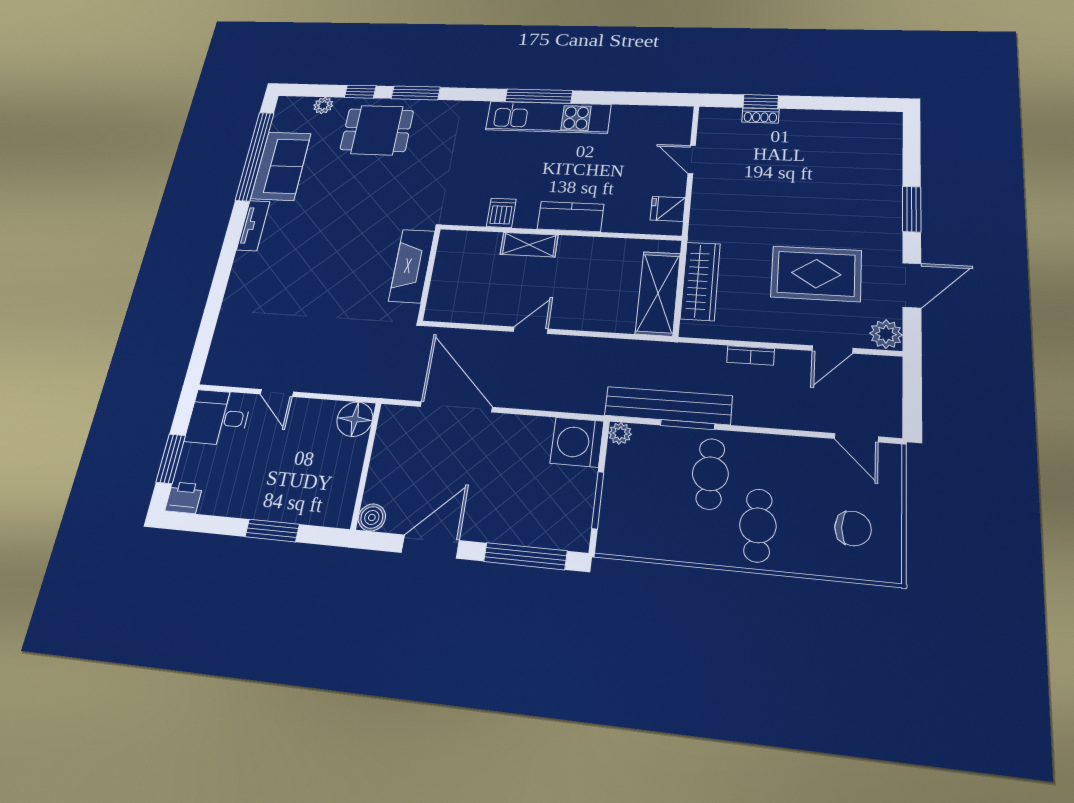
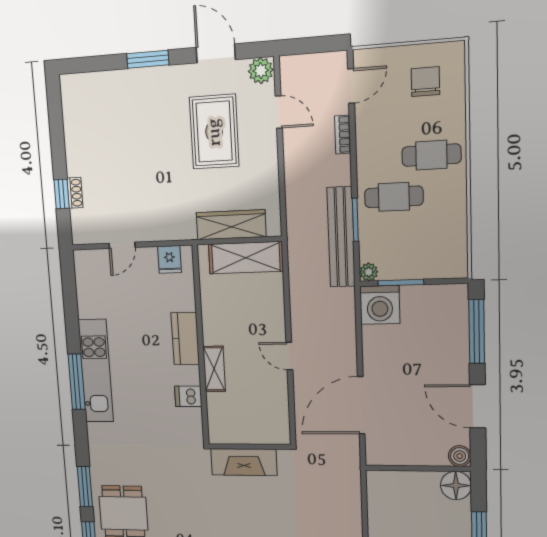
bookcase: (751, 355) -> (343, 135), moved, turned 180
floor lamp: (355, 419) -> (456, 486), moved
window: (598, 500) -> (401, 283), moved

